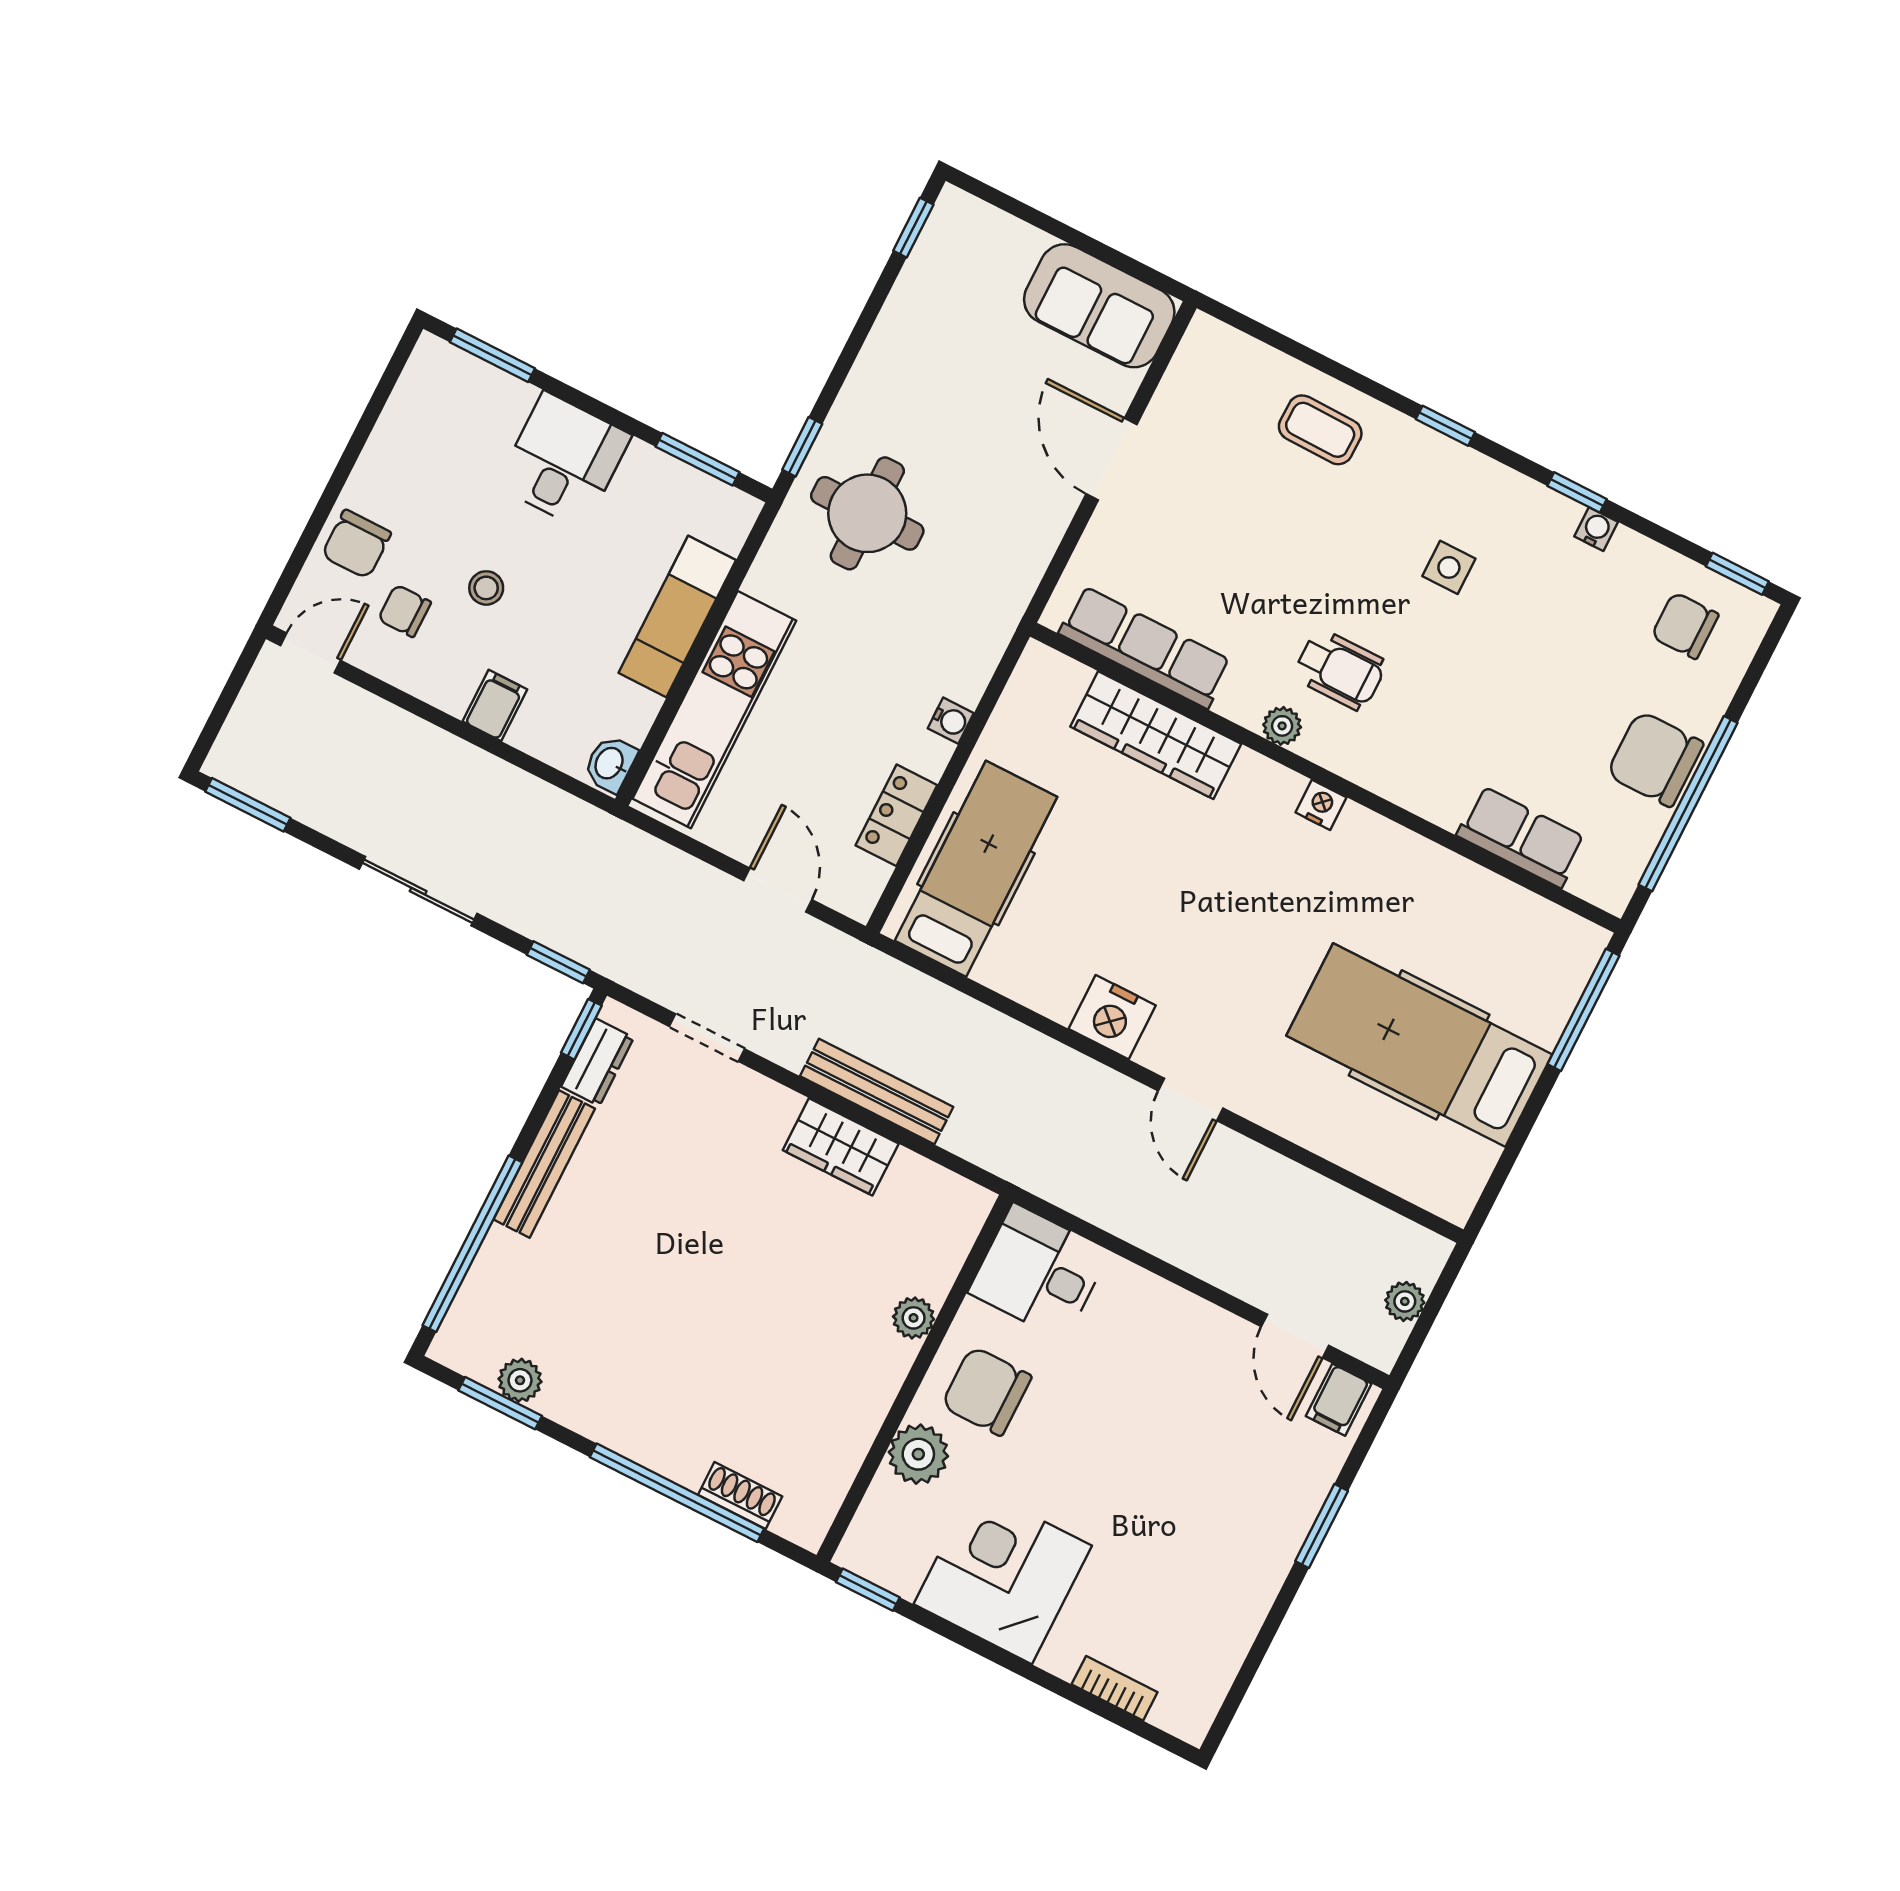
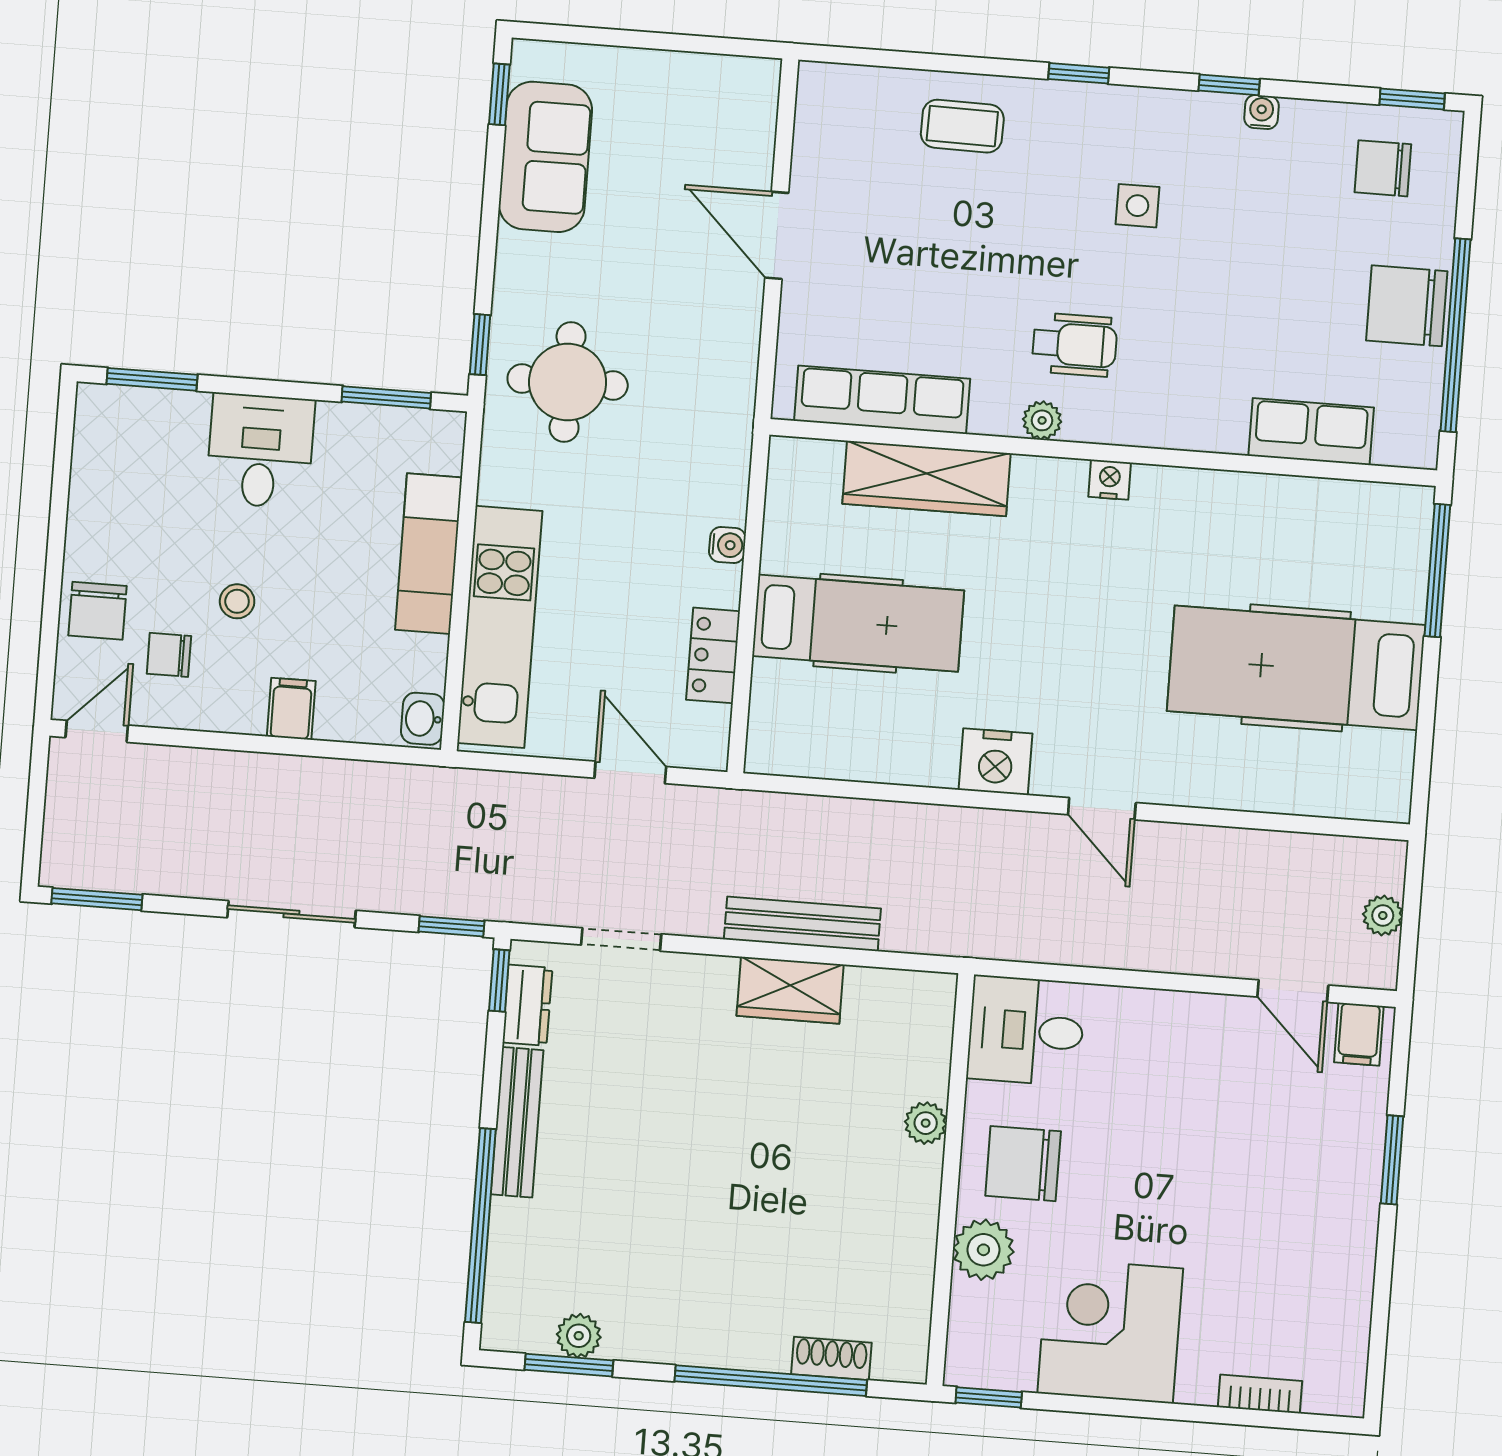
sofa: (1099, 306) -> (545, 157), moved, turned -90
hospital bed: (976, 869) -> (858, 623), moved, turned 90

